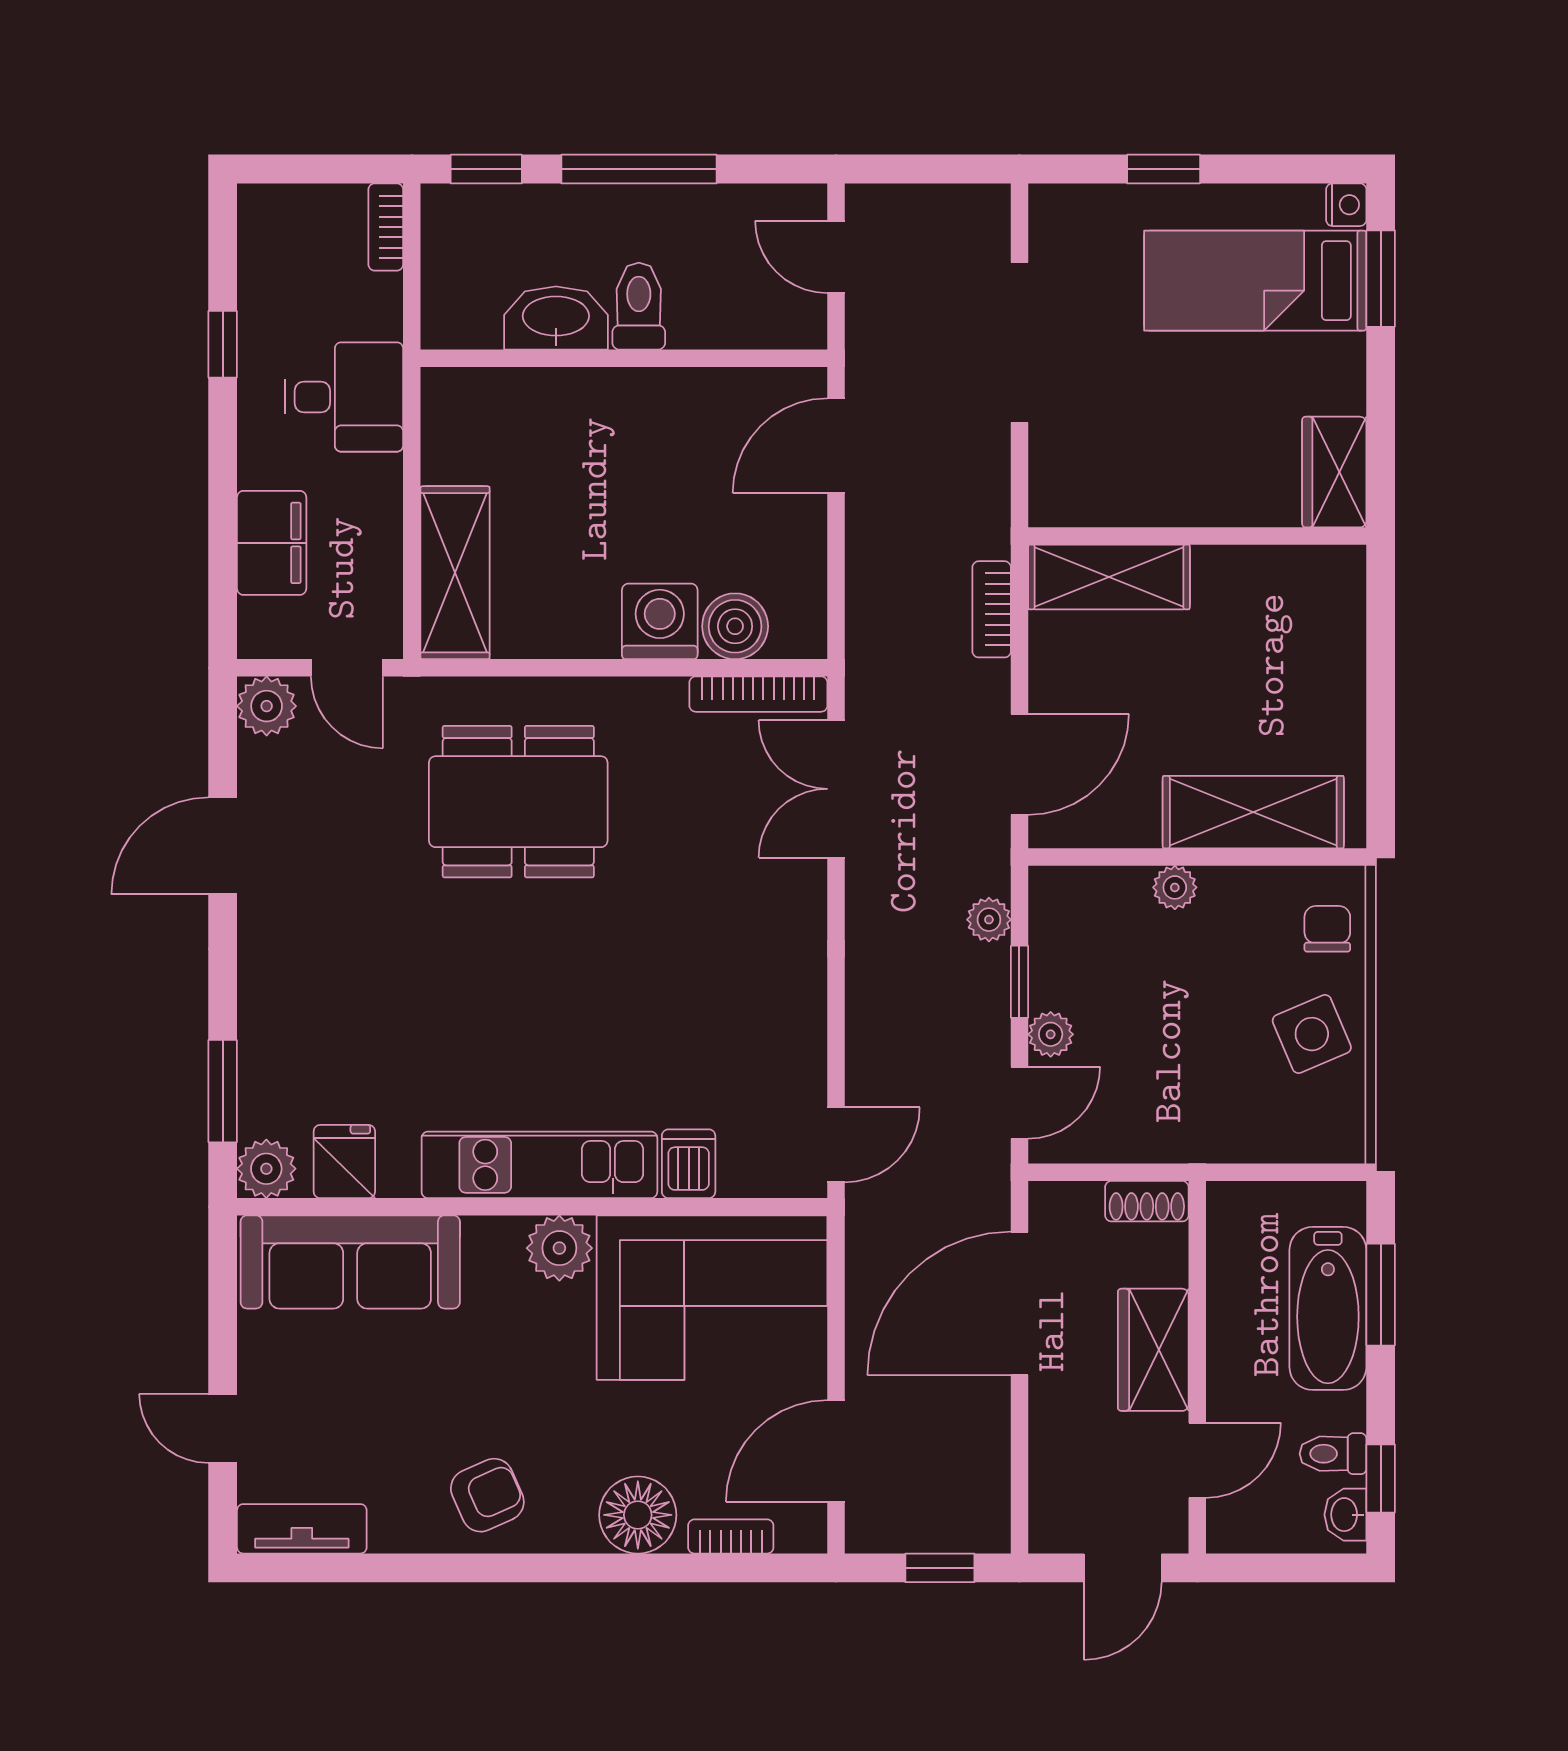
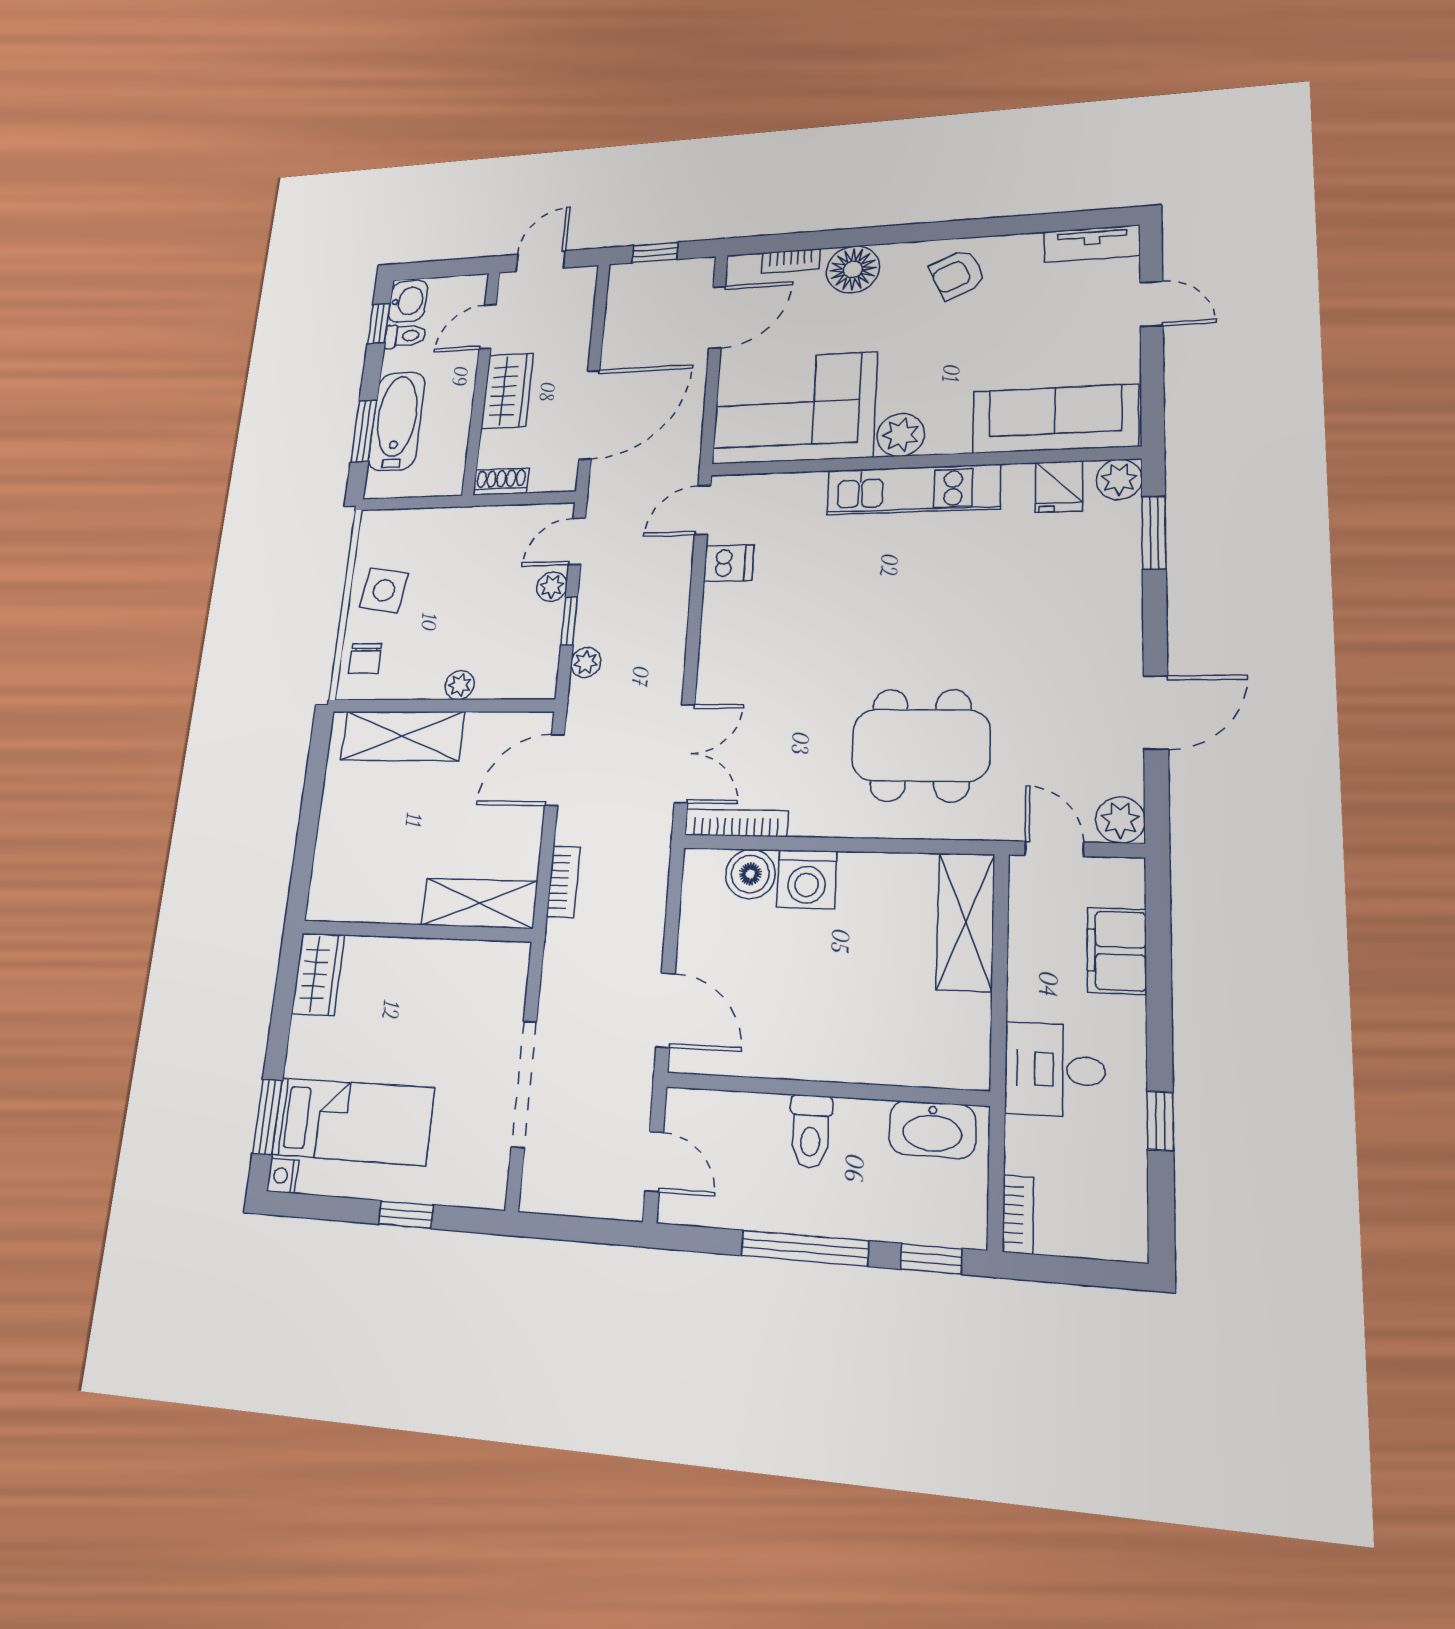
washbasin: (556, 318) -> (932, 1129), moved
door: (836, 446) -> (666, 1010), hinge flipped
side table: (1312, 1034) -> (384, 590), turned 32
dishwasher: (689, 1164) -> (729, 563), moved, turned -90
washbasin: (1345, 1515) -> (408, 301), width x1.38, depth x1.45

